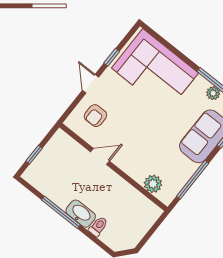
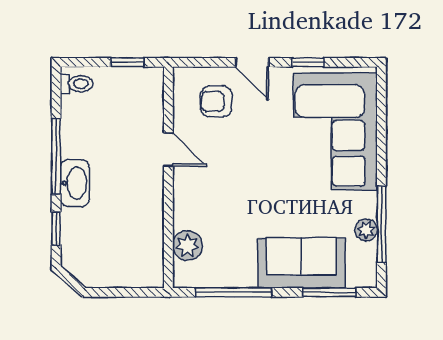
door: (91, 84) -> (252, 62), swing flipped
window: (34, 155) -> (127, 62), moved
toilet: (98, 226) -> (76, 84), moved
window: (95, 240) -> (56, 228), added

